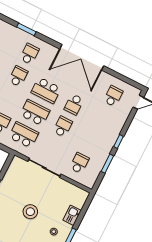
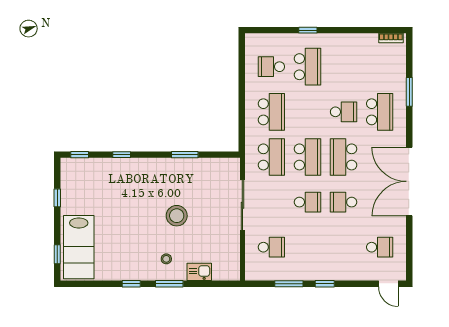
school desk: (29, 54) -> (380, 112), width x1.85

